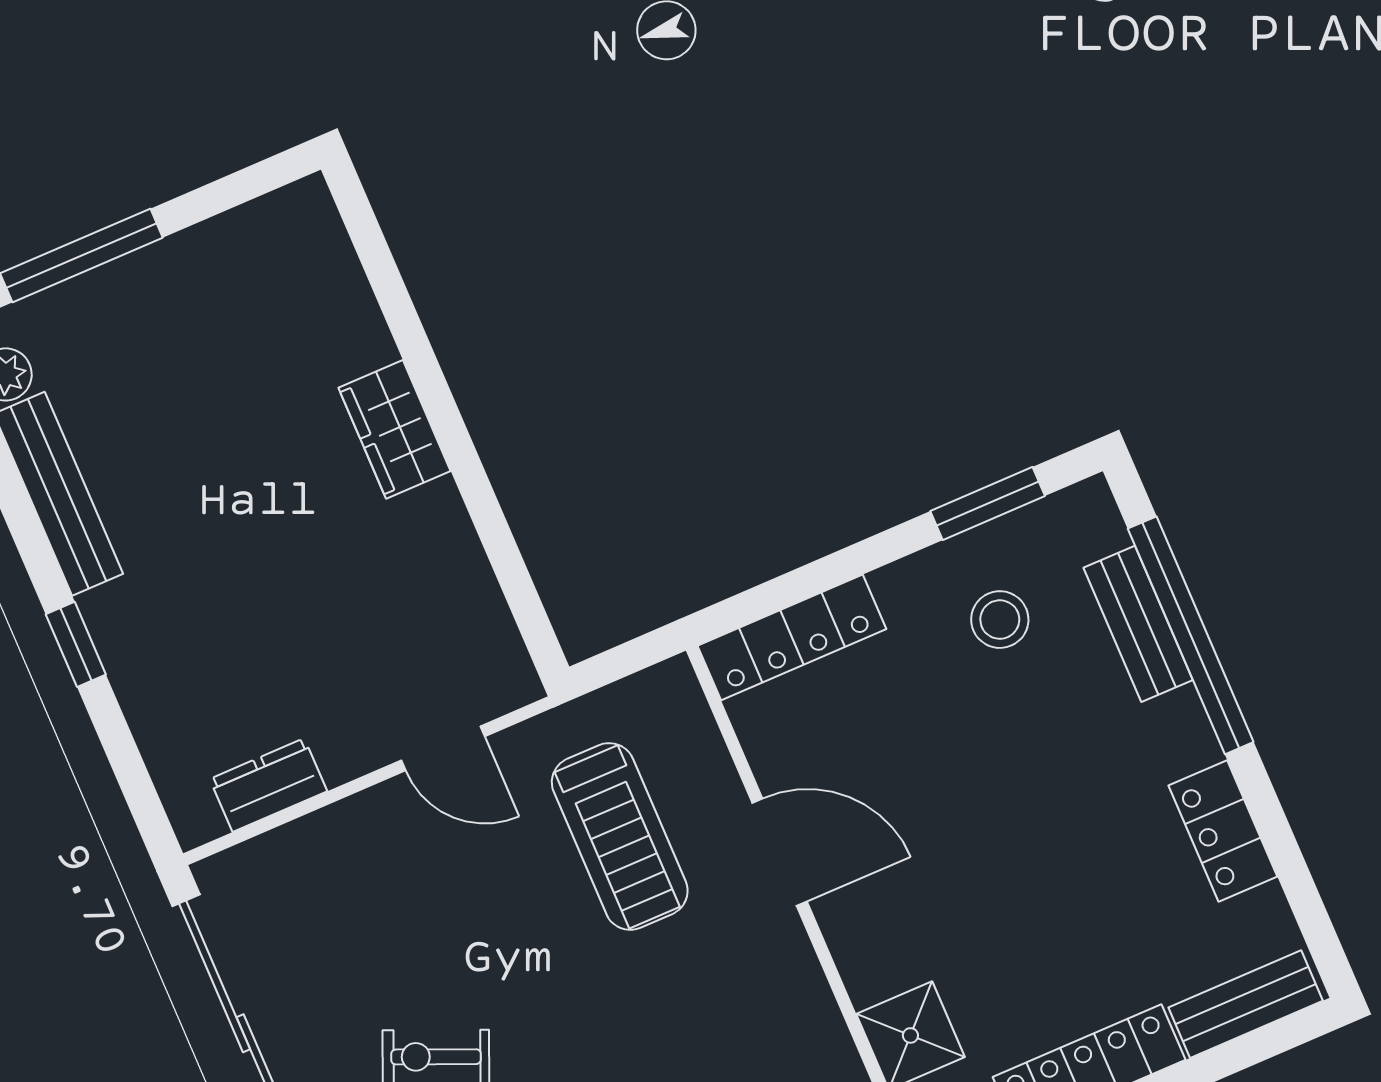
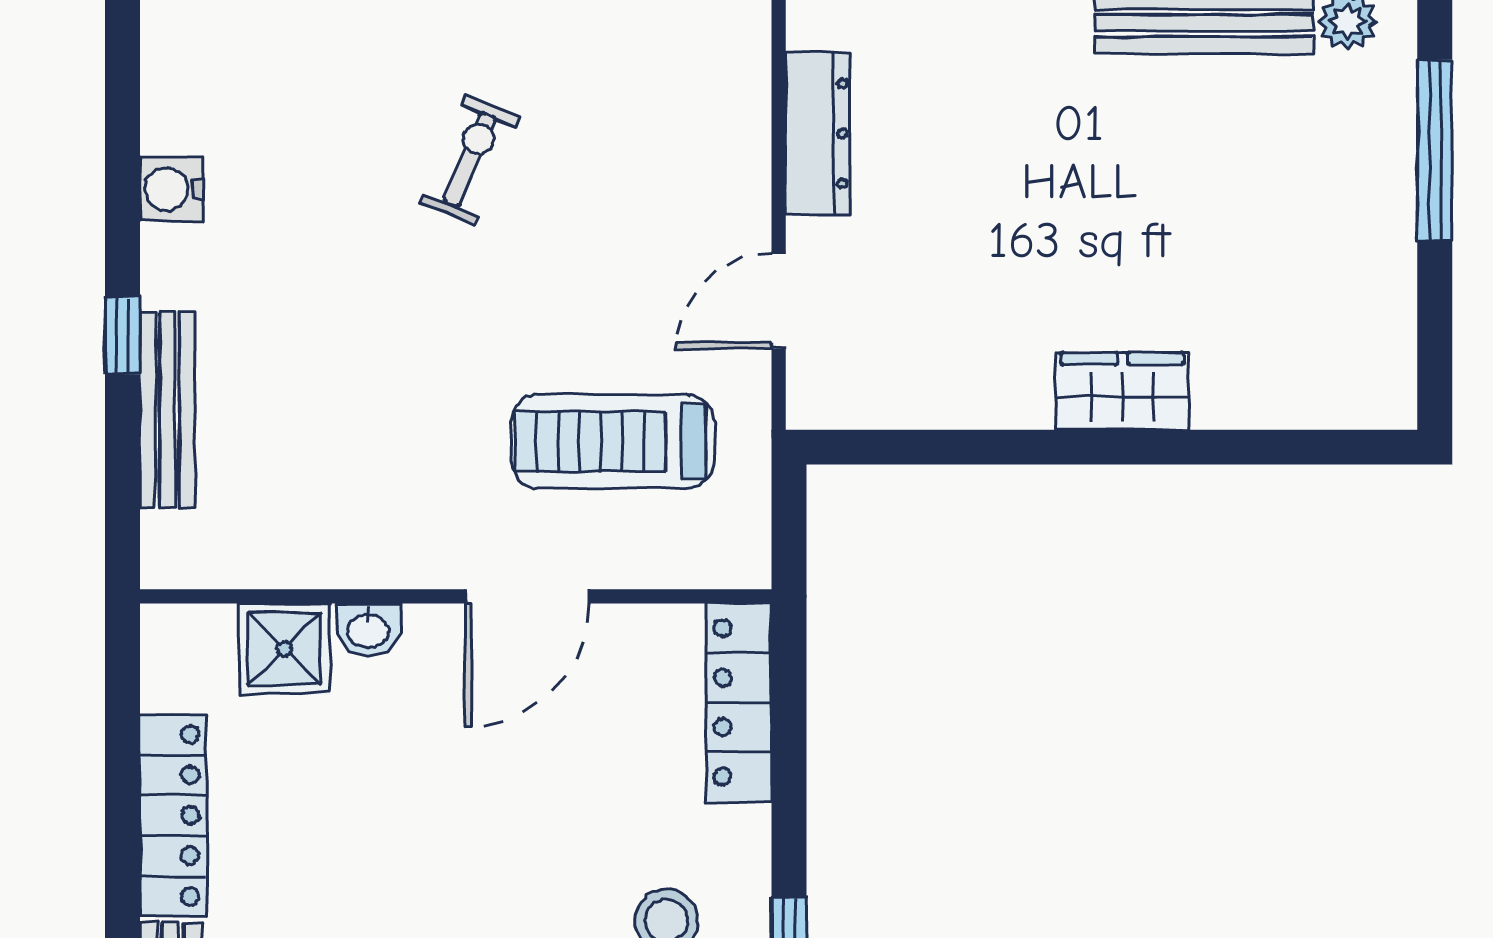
dresser: (268, 785) -> (818, 133), width x1.44
washbasin: (864, 973) -> (368, 630), added

